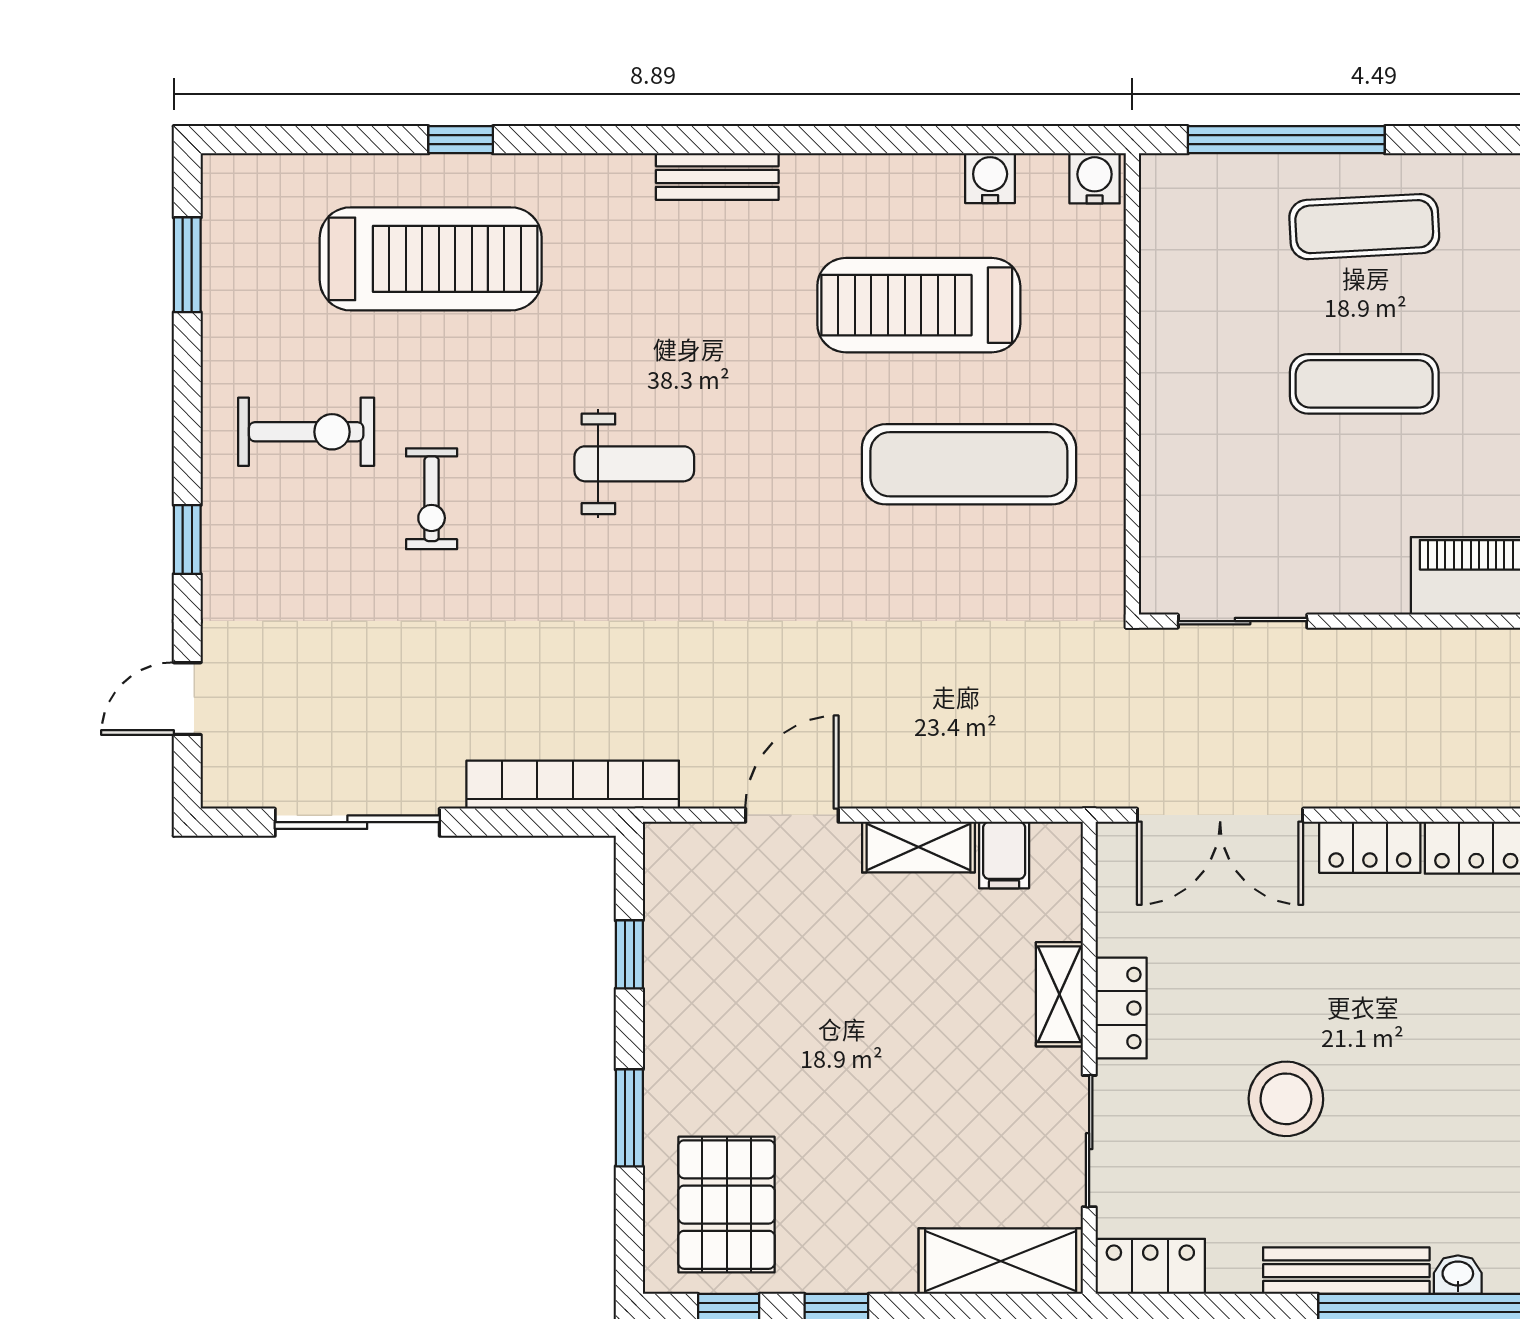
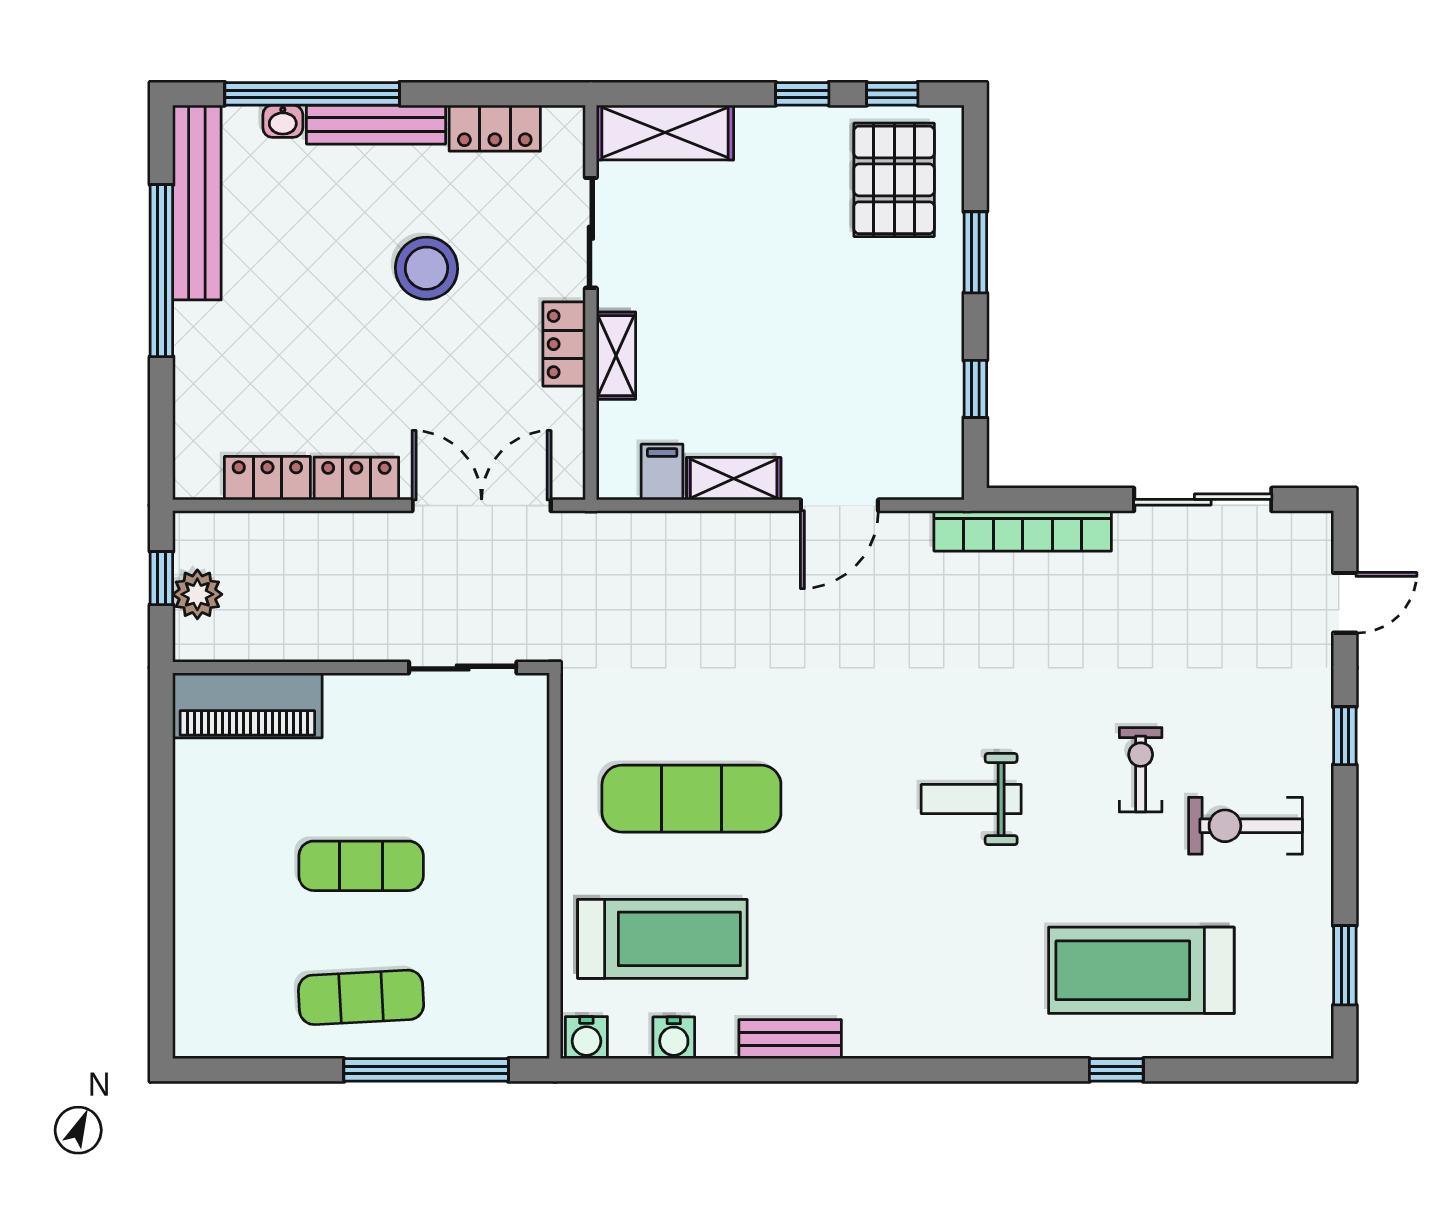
bench: (717, 177) -> (790, 1039), moved
treadmill: (919, 305) -> (662, 939), moved
locker: (1150, 1266) -> (495, 128), moved

